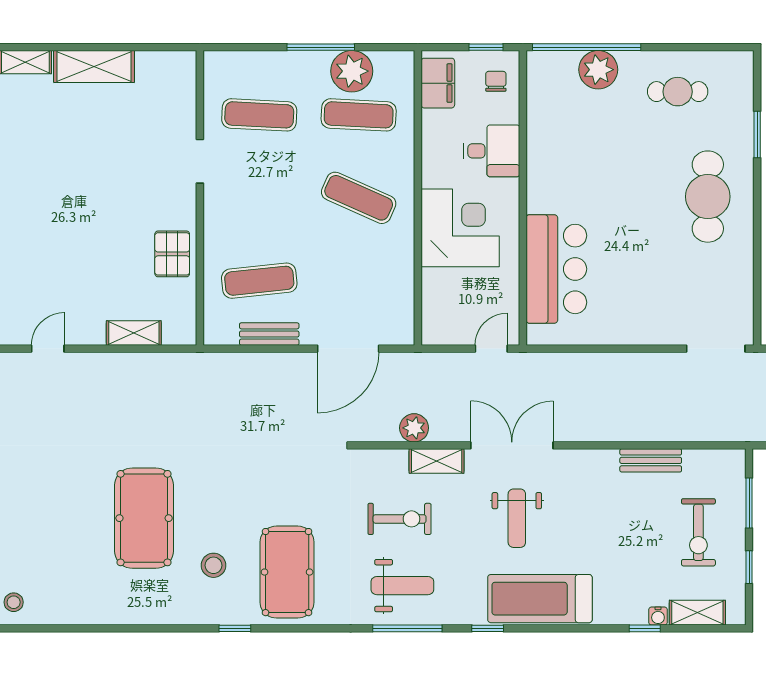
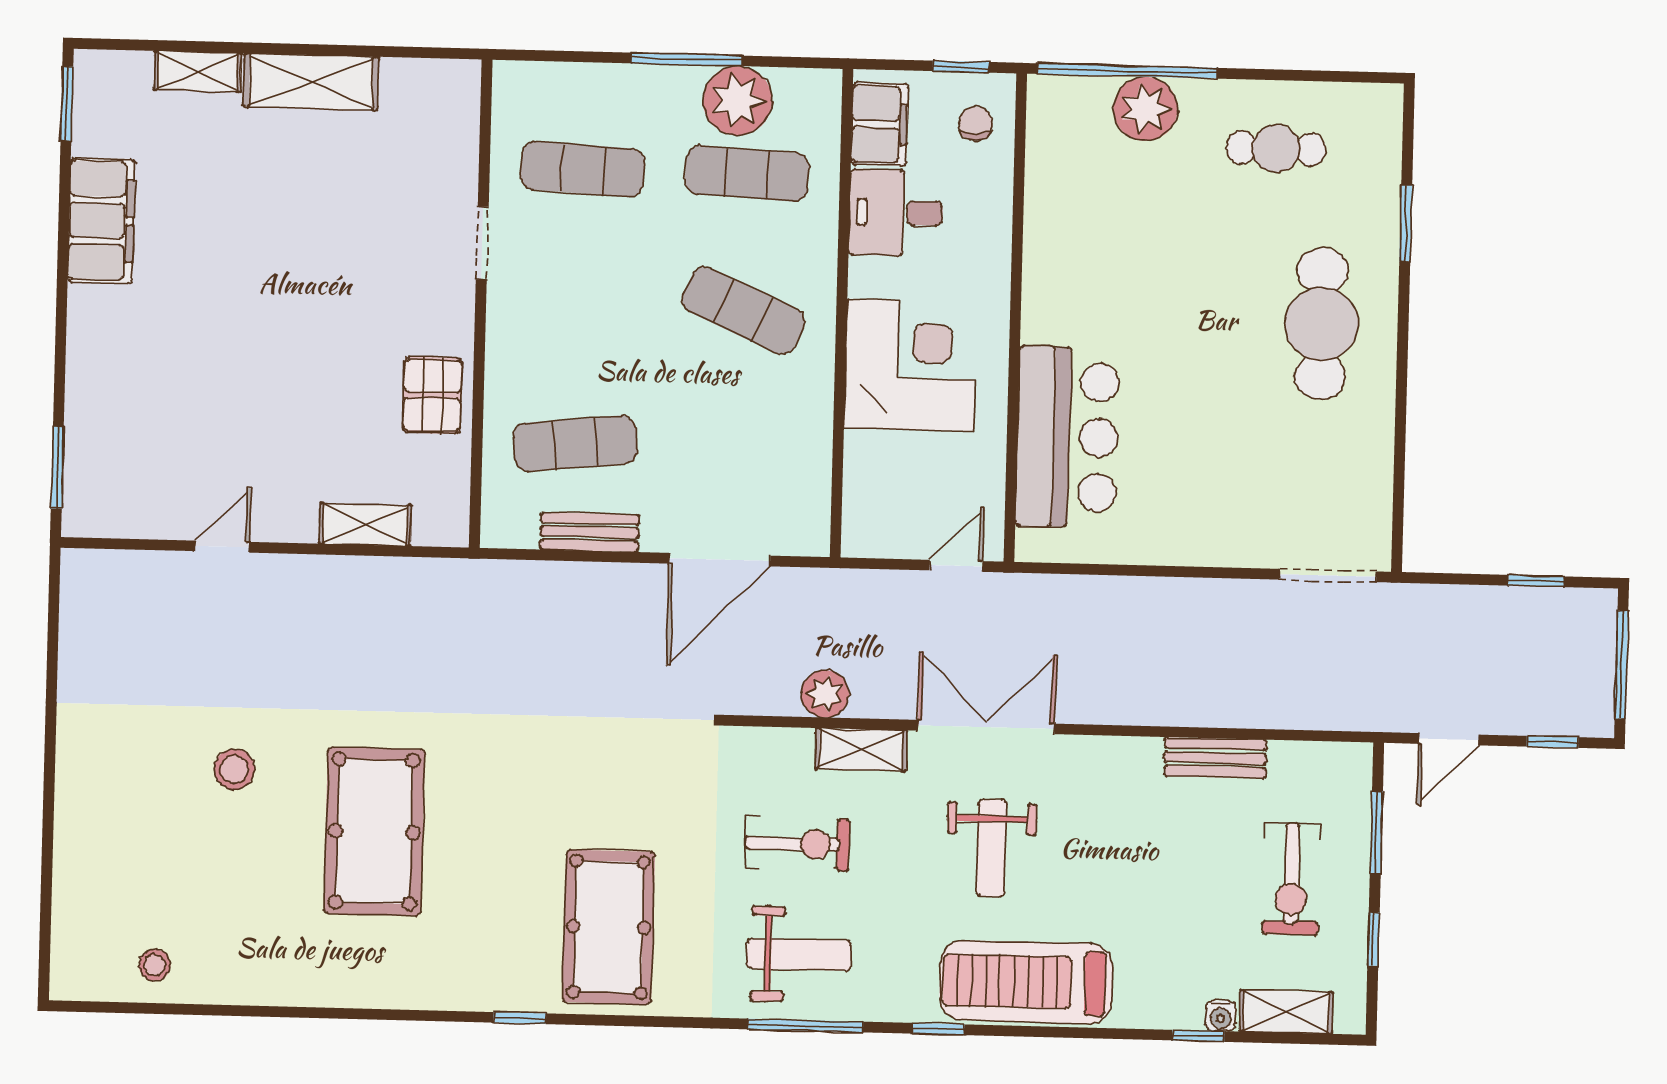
desk: (492, 151) -> (896, 213), moved, turned 180
stool: (214, 565) -> (234, 769), moved

